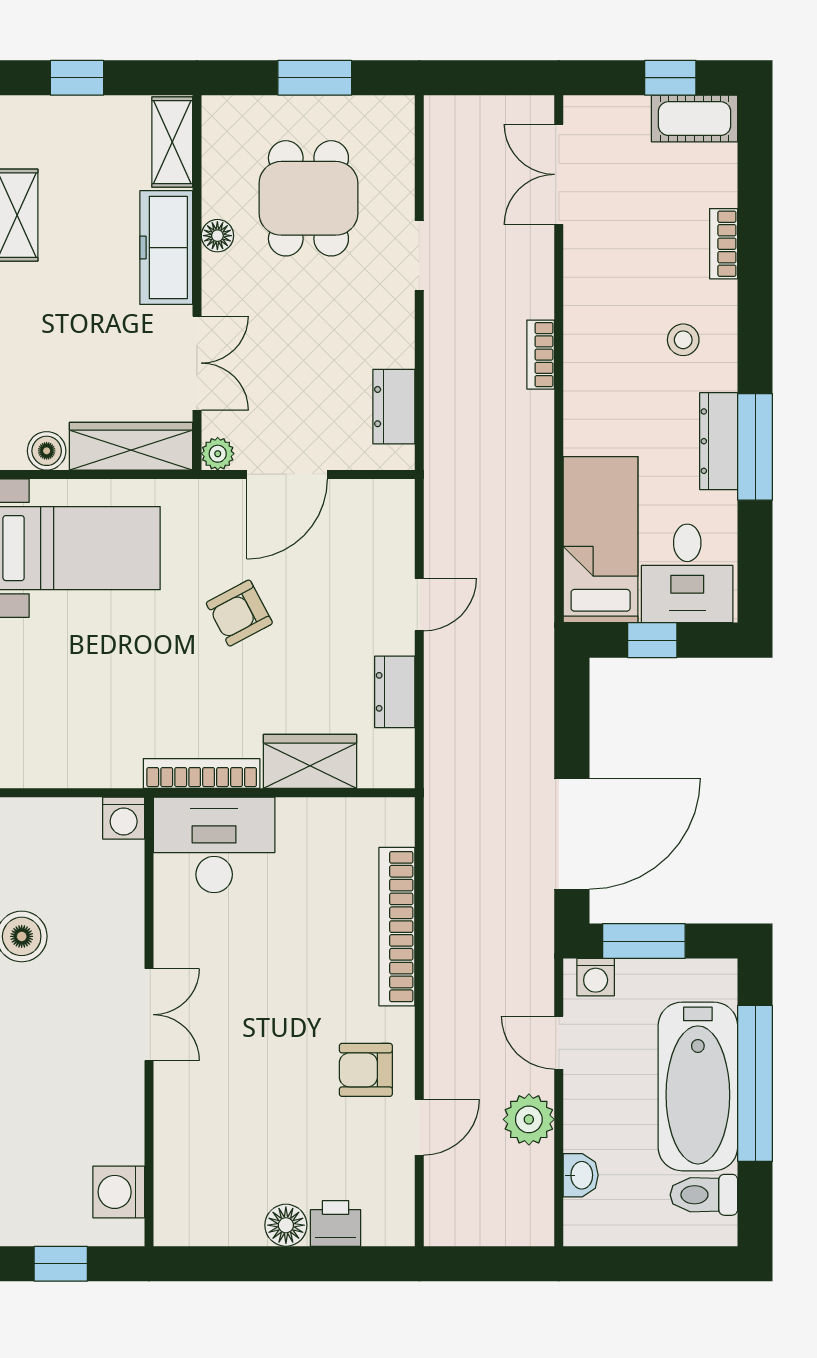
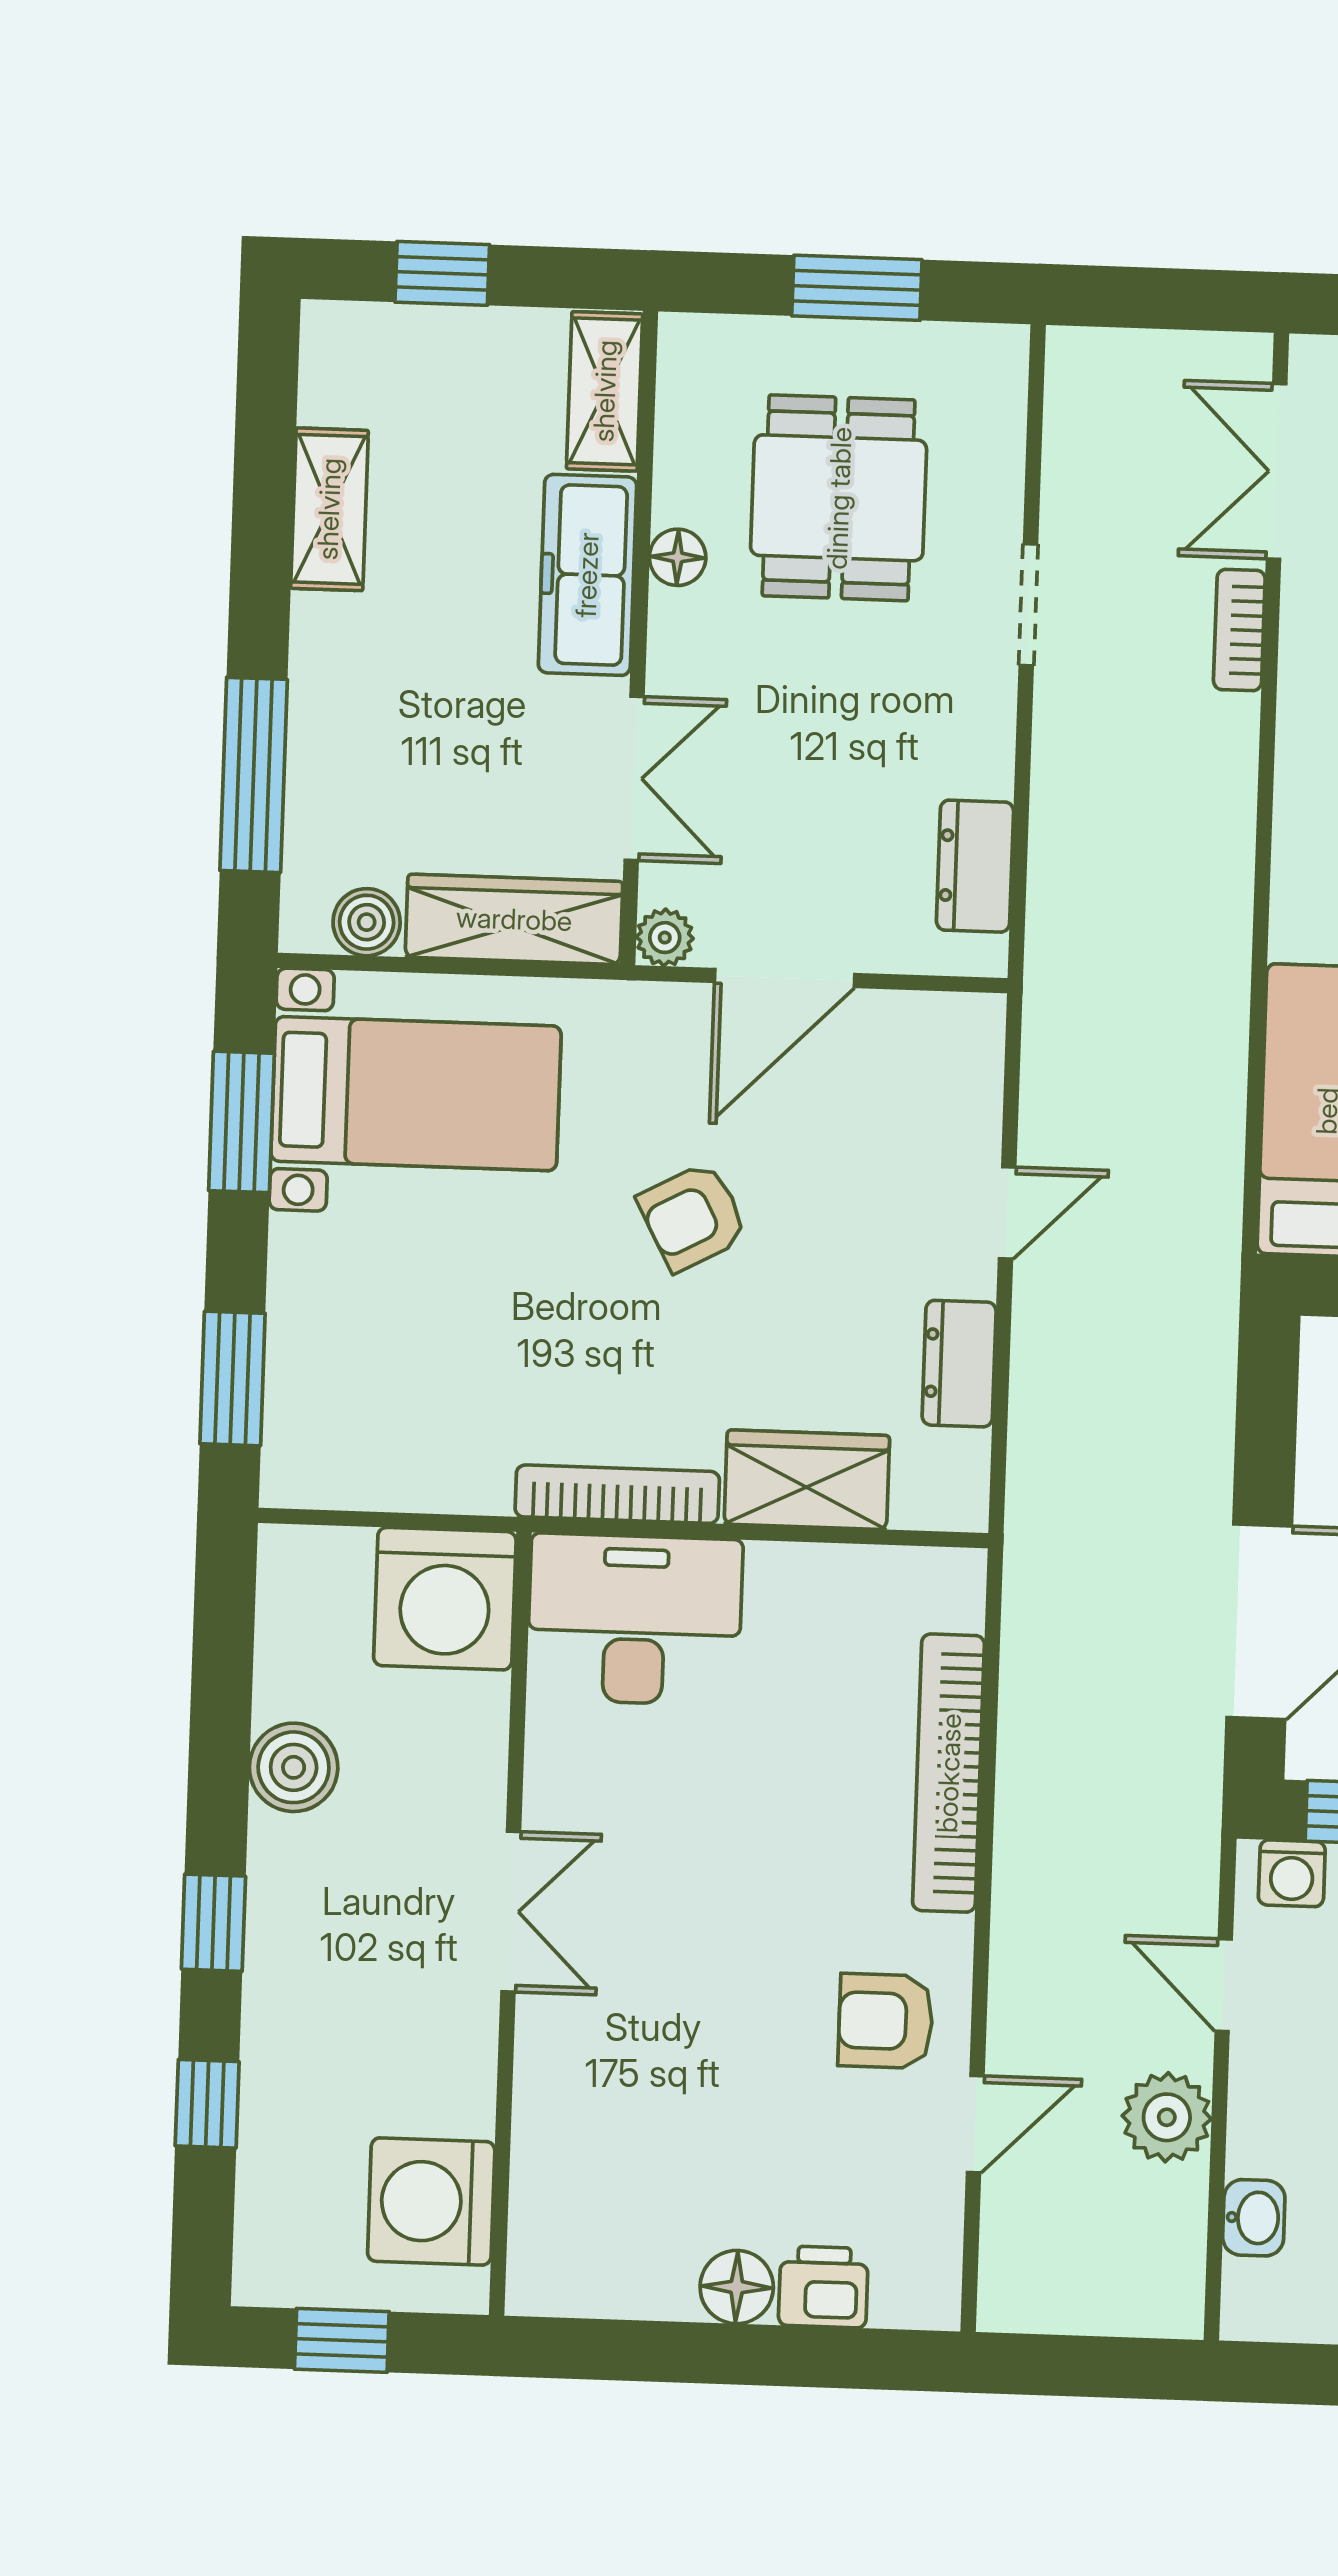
bookcase: (541, 355) -> (1239, 630), moved
washing machine: (124, 818) -> (445, 1599), width x1.89, depth x1.89
washing machine: (119, 1192) -> (431, 2201), width x1.37, depth x1.37

